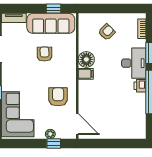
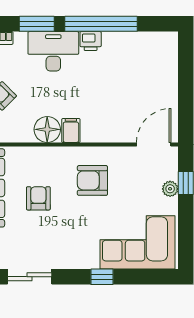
armchair: (45, 54) -> (38, 198), turned 91
armchair: (58, 97) -> (92, 180), moved

